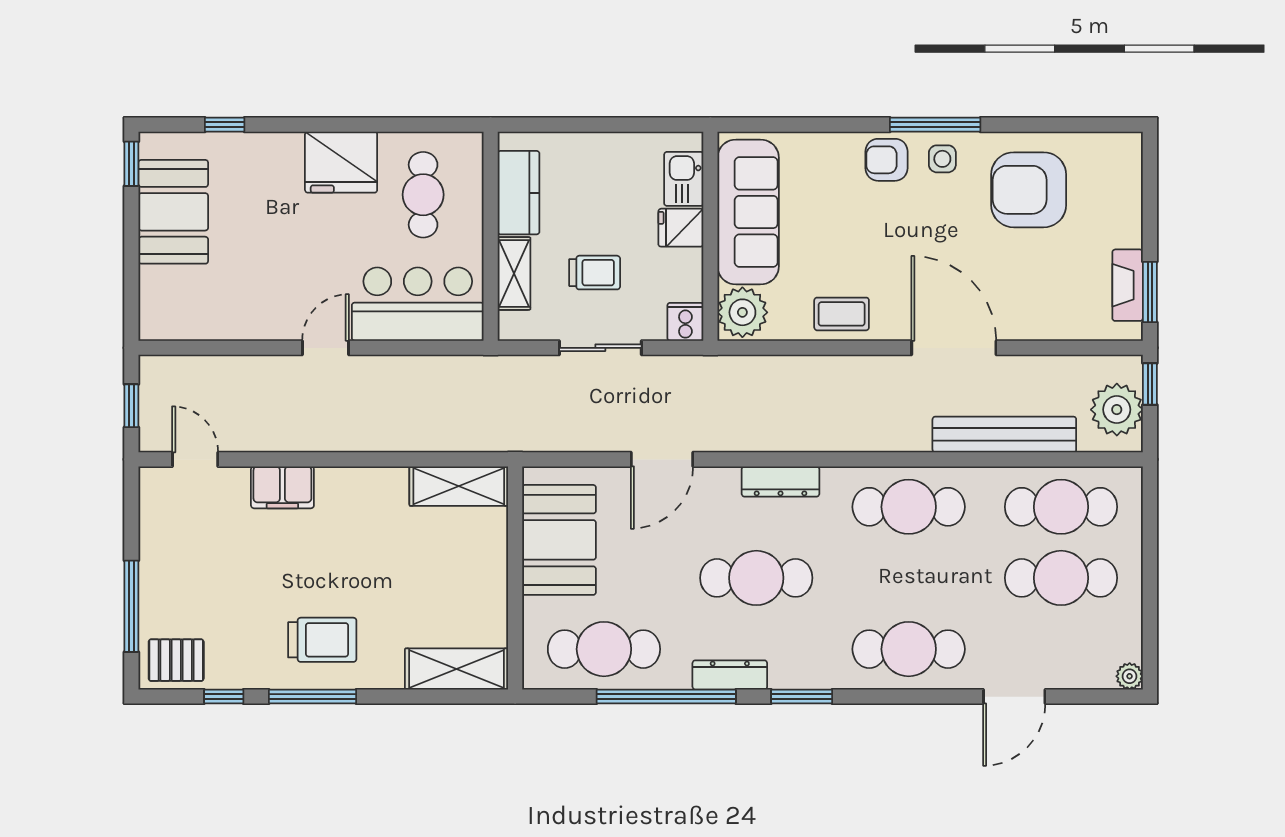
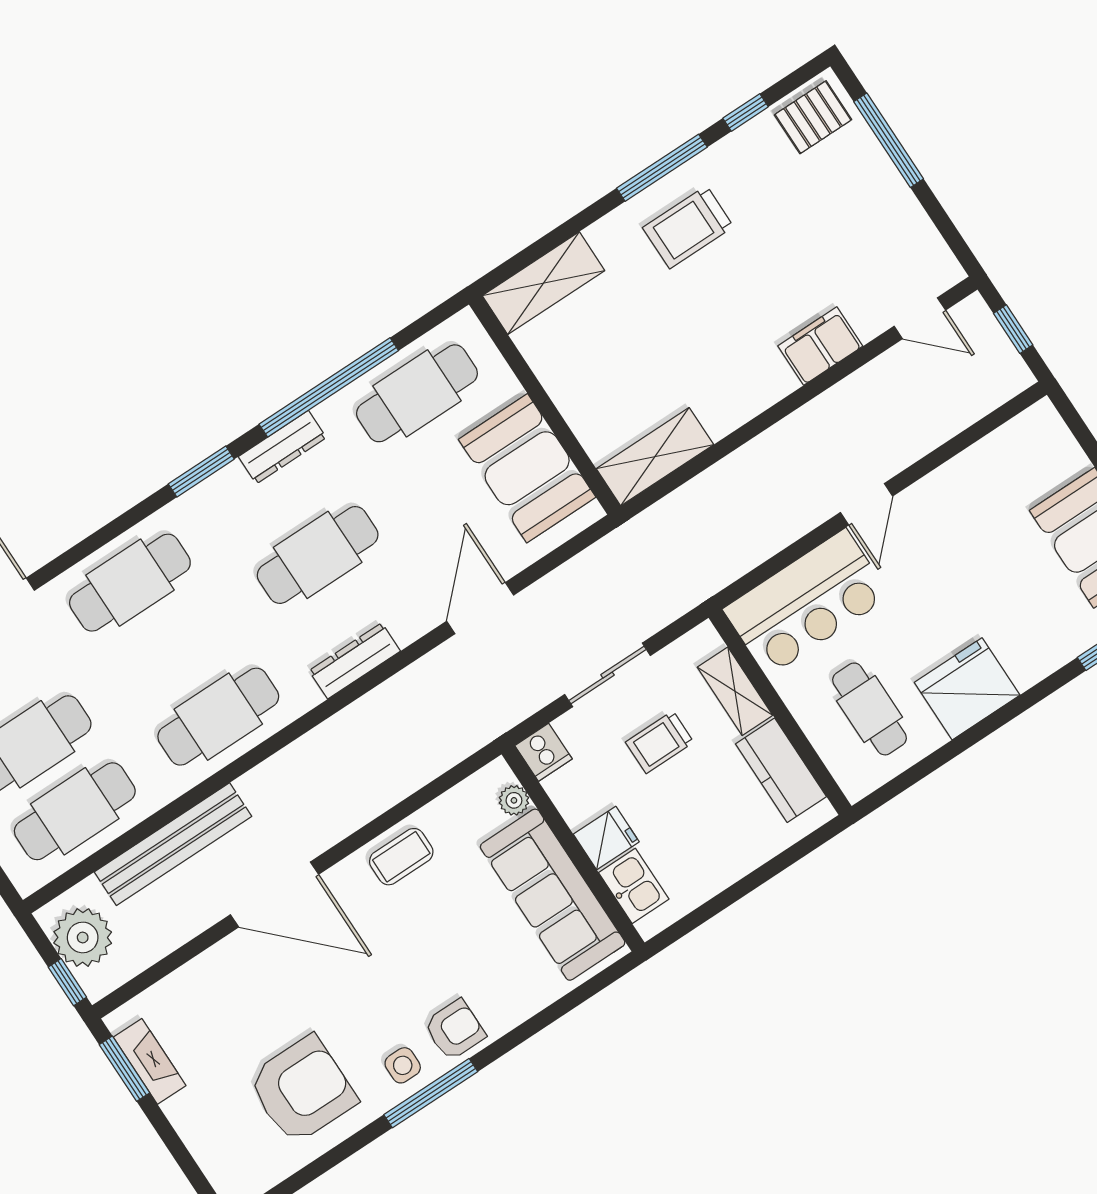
plant: (742, 312) -> (514, 800), width x0.53, depth x0.53

